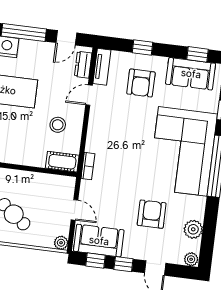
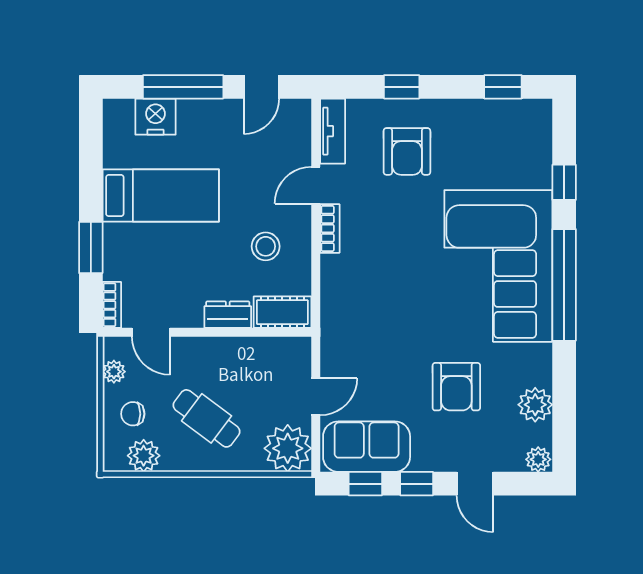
dresser: (83, 65) -> (228, 315), moved, turned 90
sofa: (191, 74) -> (495, 123), removed
bookcase: (88, 166) -> (330, 228), moved
door: (75, 210) -> (316, 397), hinge flipped
armchair: (152, 214) -> (456, 387), turned 180
plant: (61, 243) -> (288, 448), width x1.88, depth x1.88

